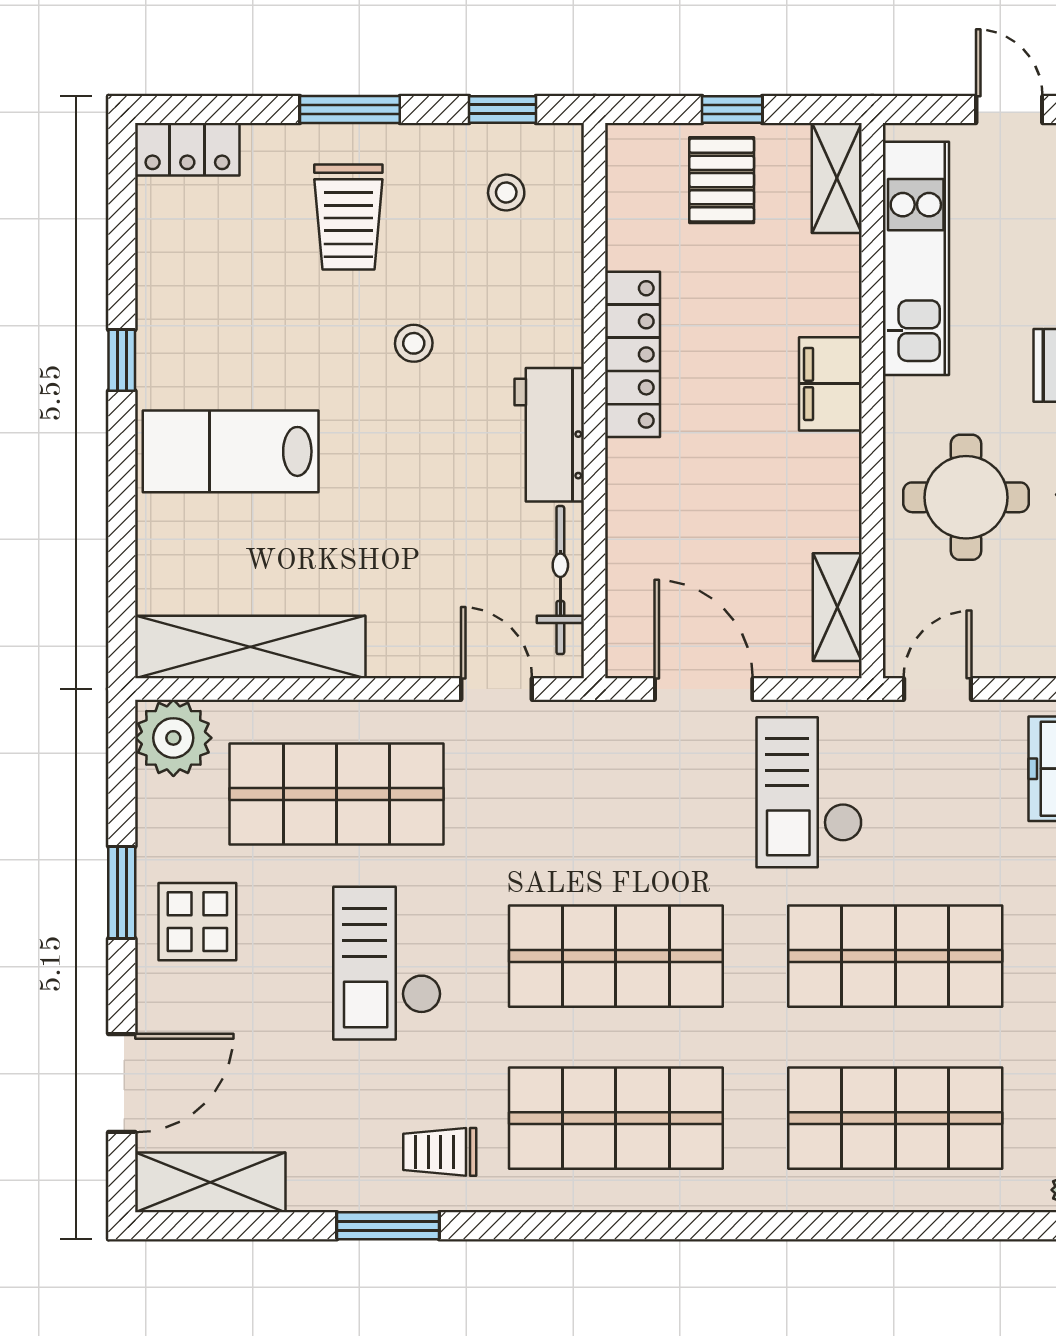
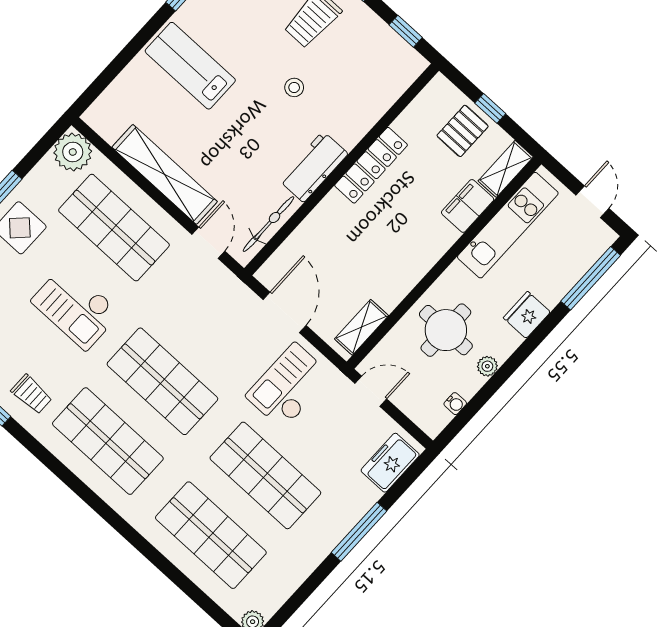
stool: (506, 192) -> (379, 63), removed
filing cabinet: (830, 384) -> (468, 206), moved
shelving: (250, 647) -> (165, 174), moved
checkout: (387, 963) -> (76, 307), turned -90
trolley: (440, 1152) -> (32, 394), turned 180

